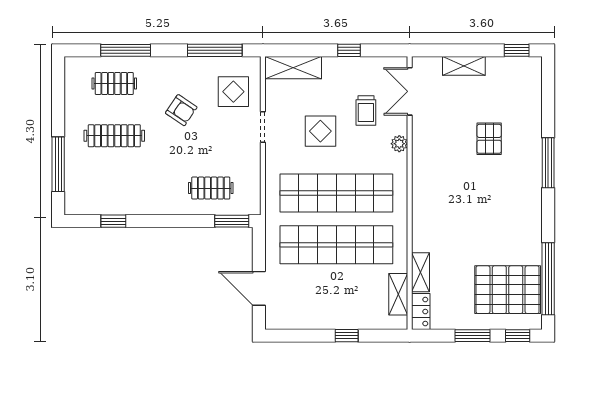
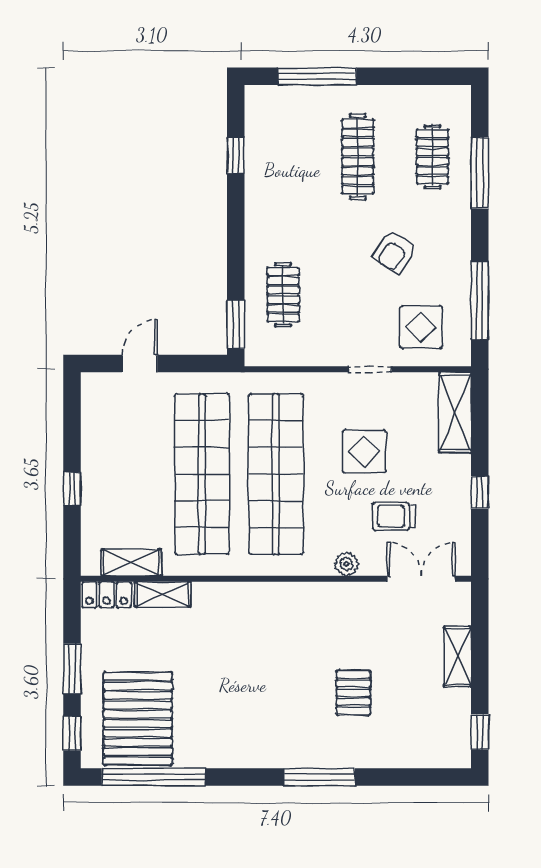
pallet: (489, 139) -> (353, 693), turned 90
door: (259, 288) -> (140, 364), width x0.73

